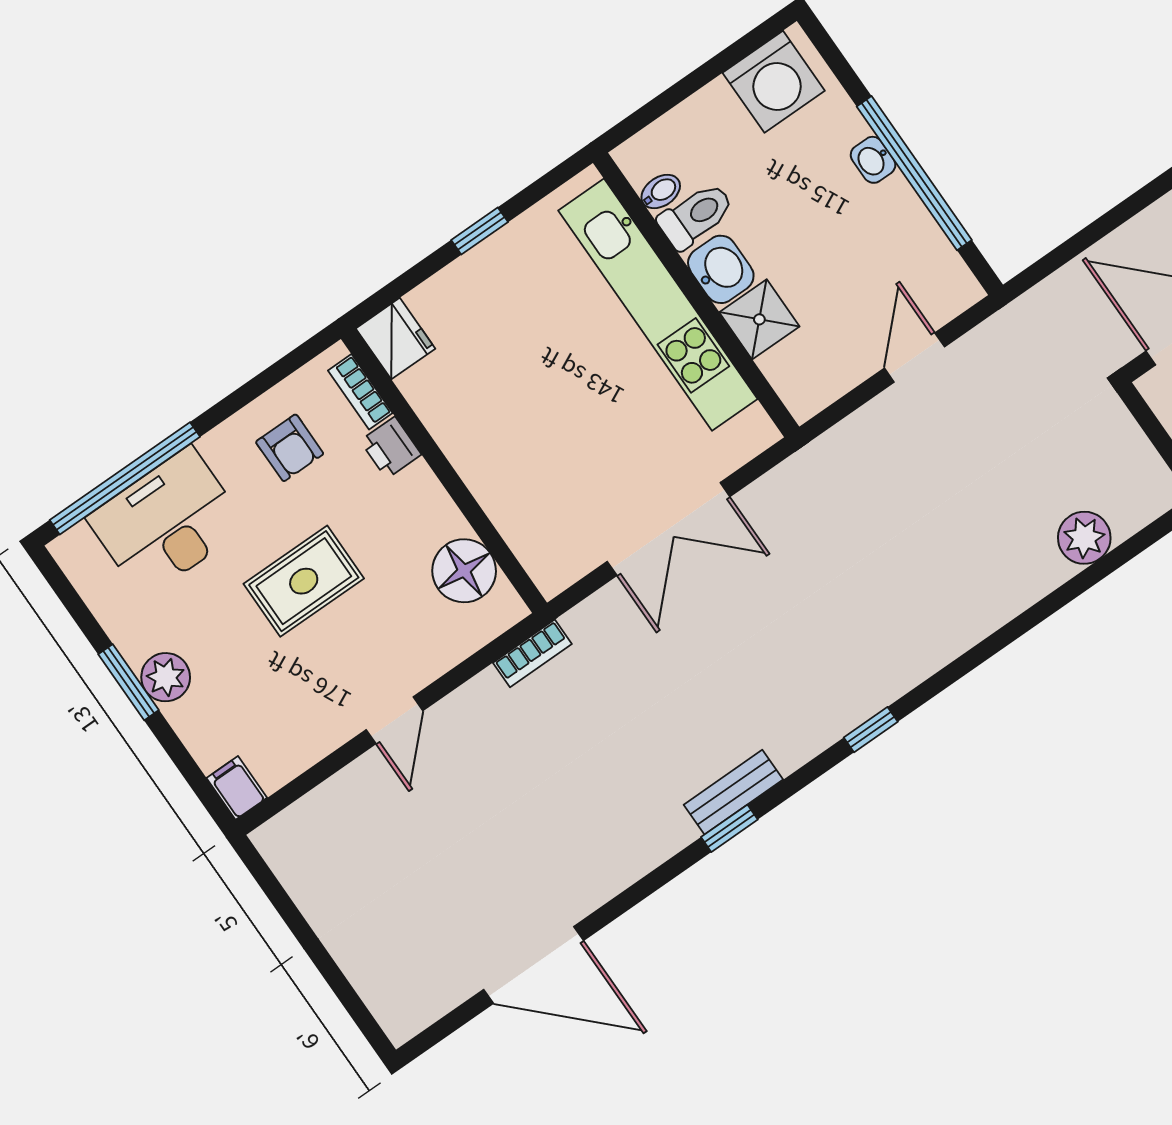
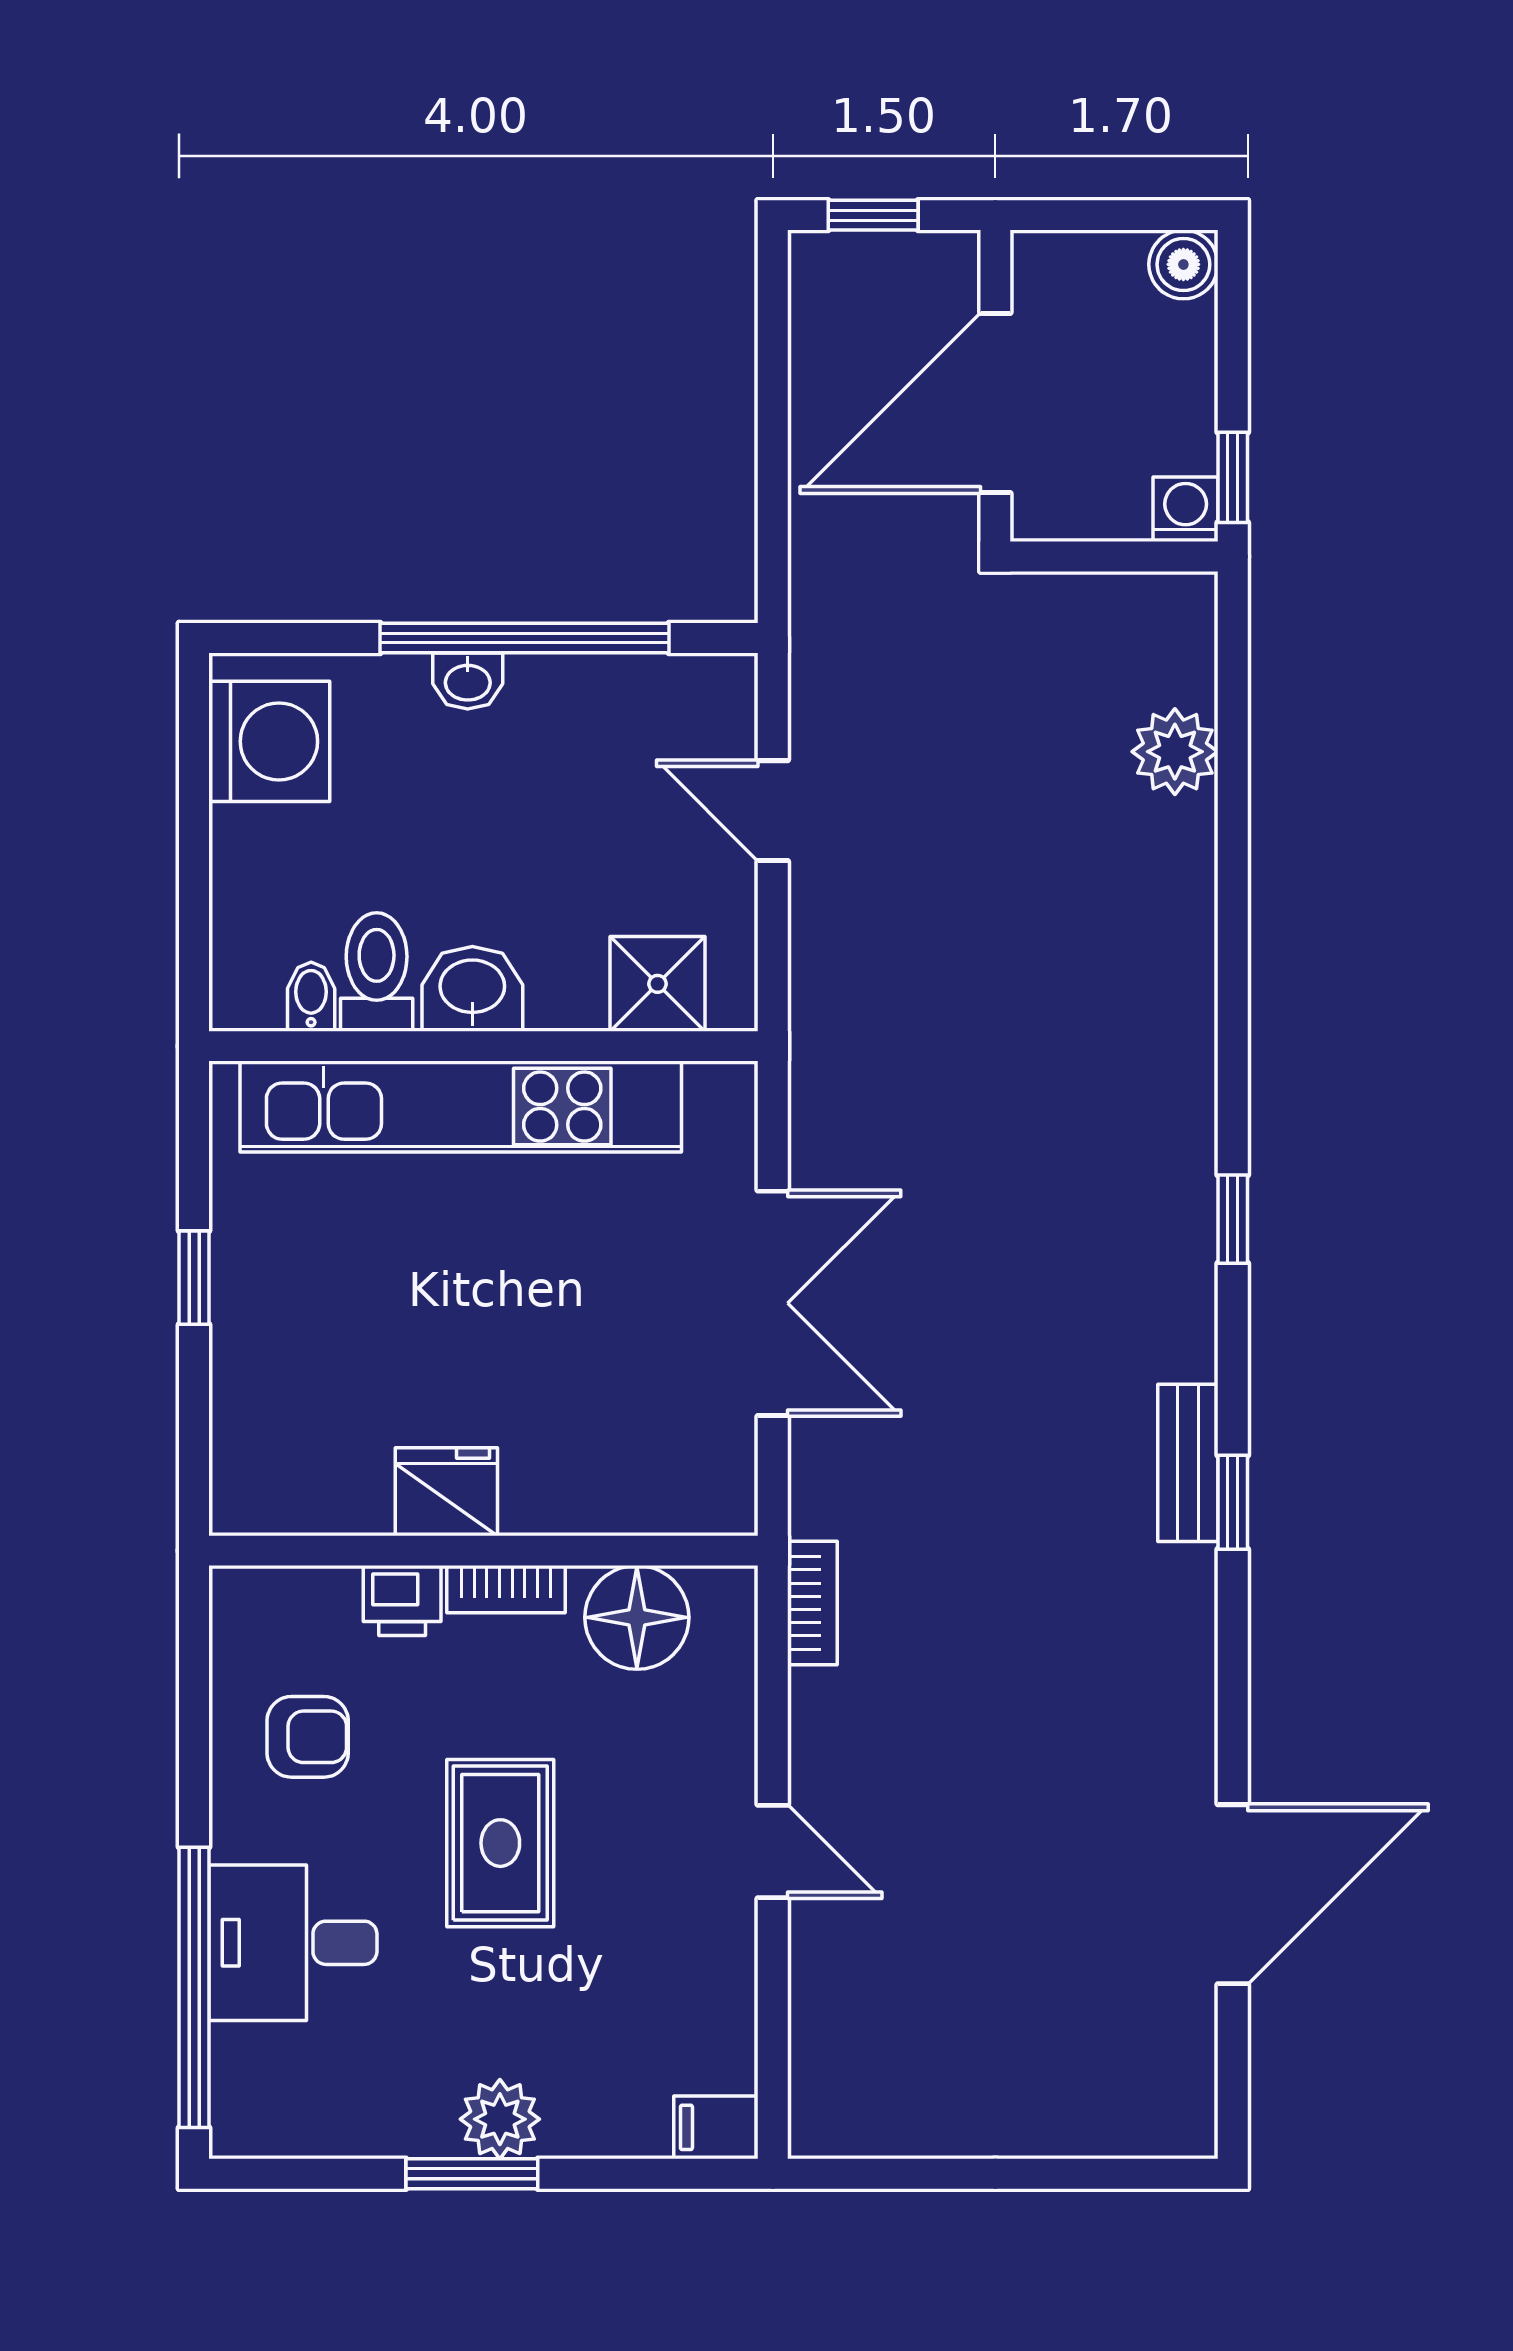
shower: (759, 319) -> (658, 984), moved
fridge: (396, 339) -> (446, 1492), moved
bookcase: (360, 392) -> (506, 1589), moved
desk: (167, 522) -> (293, 1943), width x0.73

